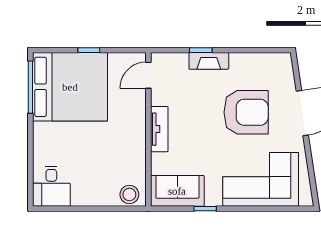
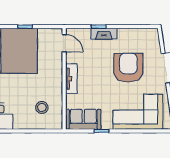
door: (148, 75) -> (64, 43), swing flipped
armchair: (246, 112) -> (128, 68), turned -90
stool: (129, 194) -> (42, 107), moved

